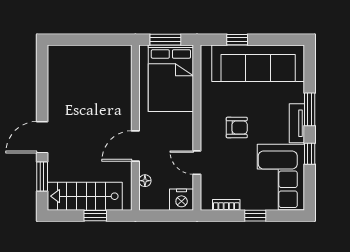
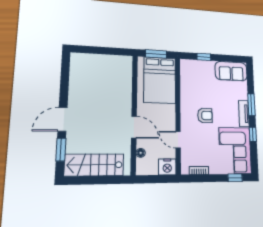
sofa: (258, 63) -> (231, 71), width x0.54, depth x0.79
door: (135, 146) -> (134, 127), swing flipped
window: (95, 216) -> (102, 180), removed
window: (255, 216) -> (235, 178), moved

